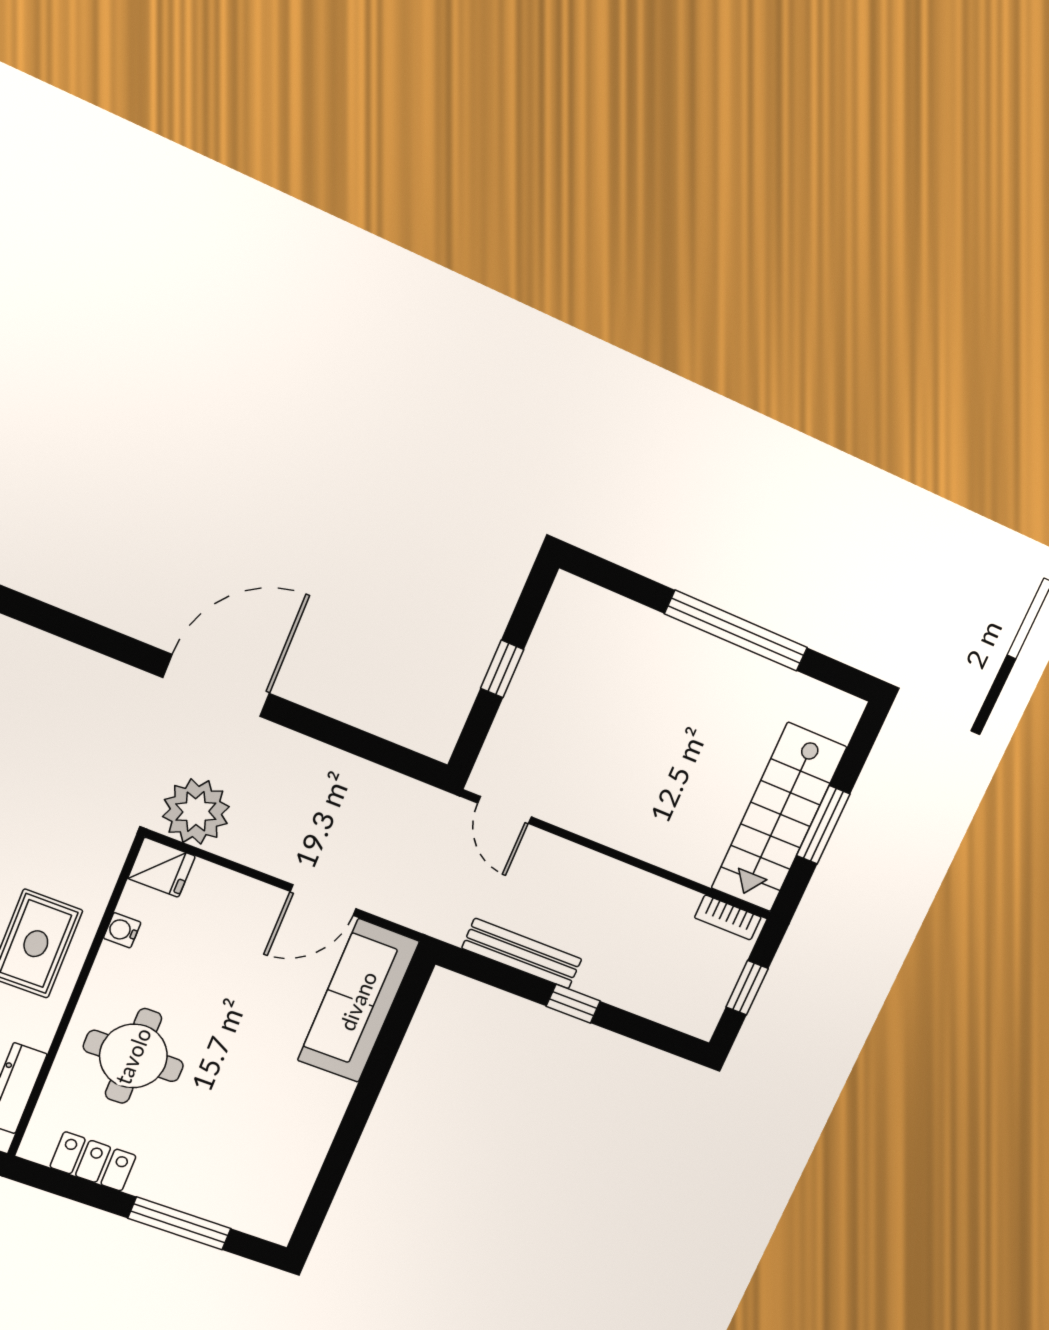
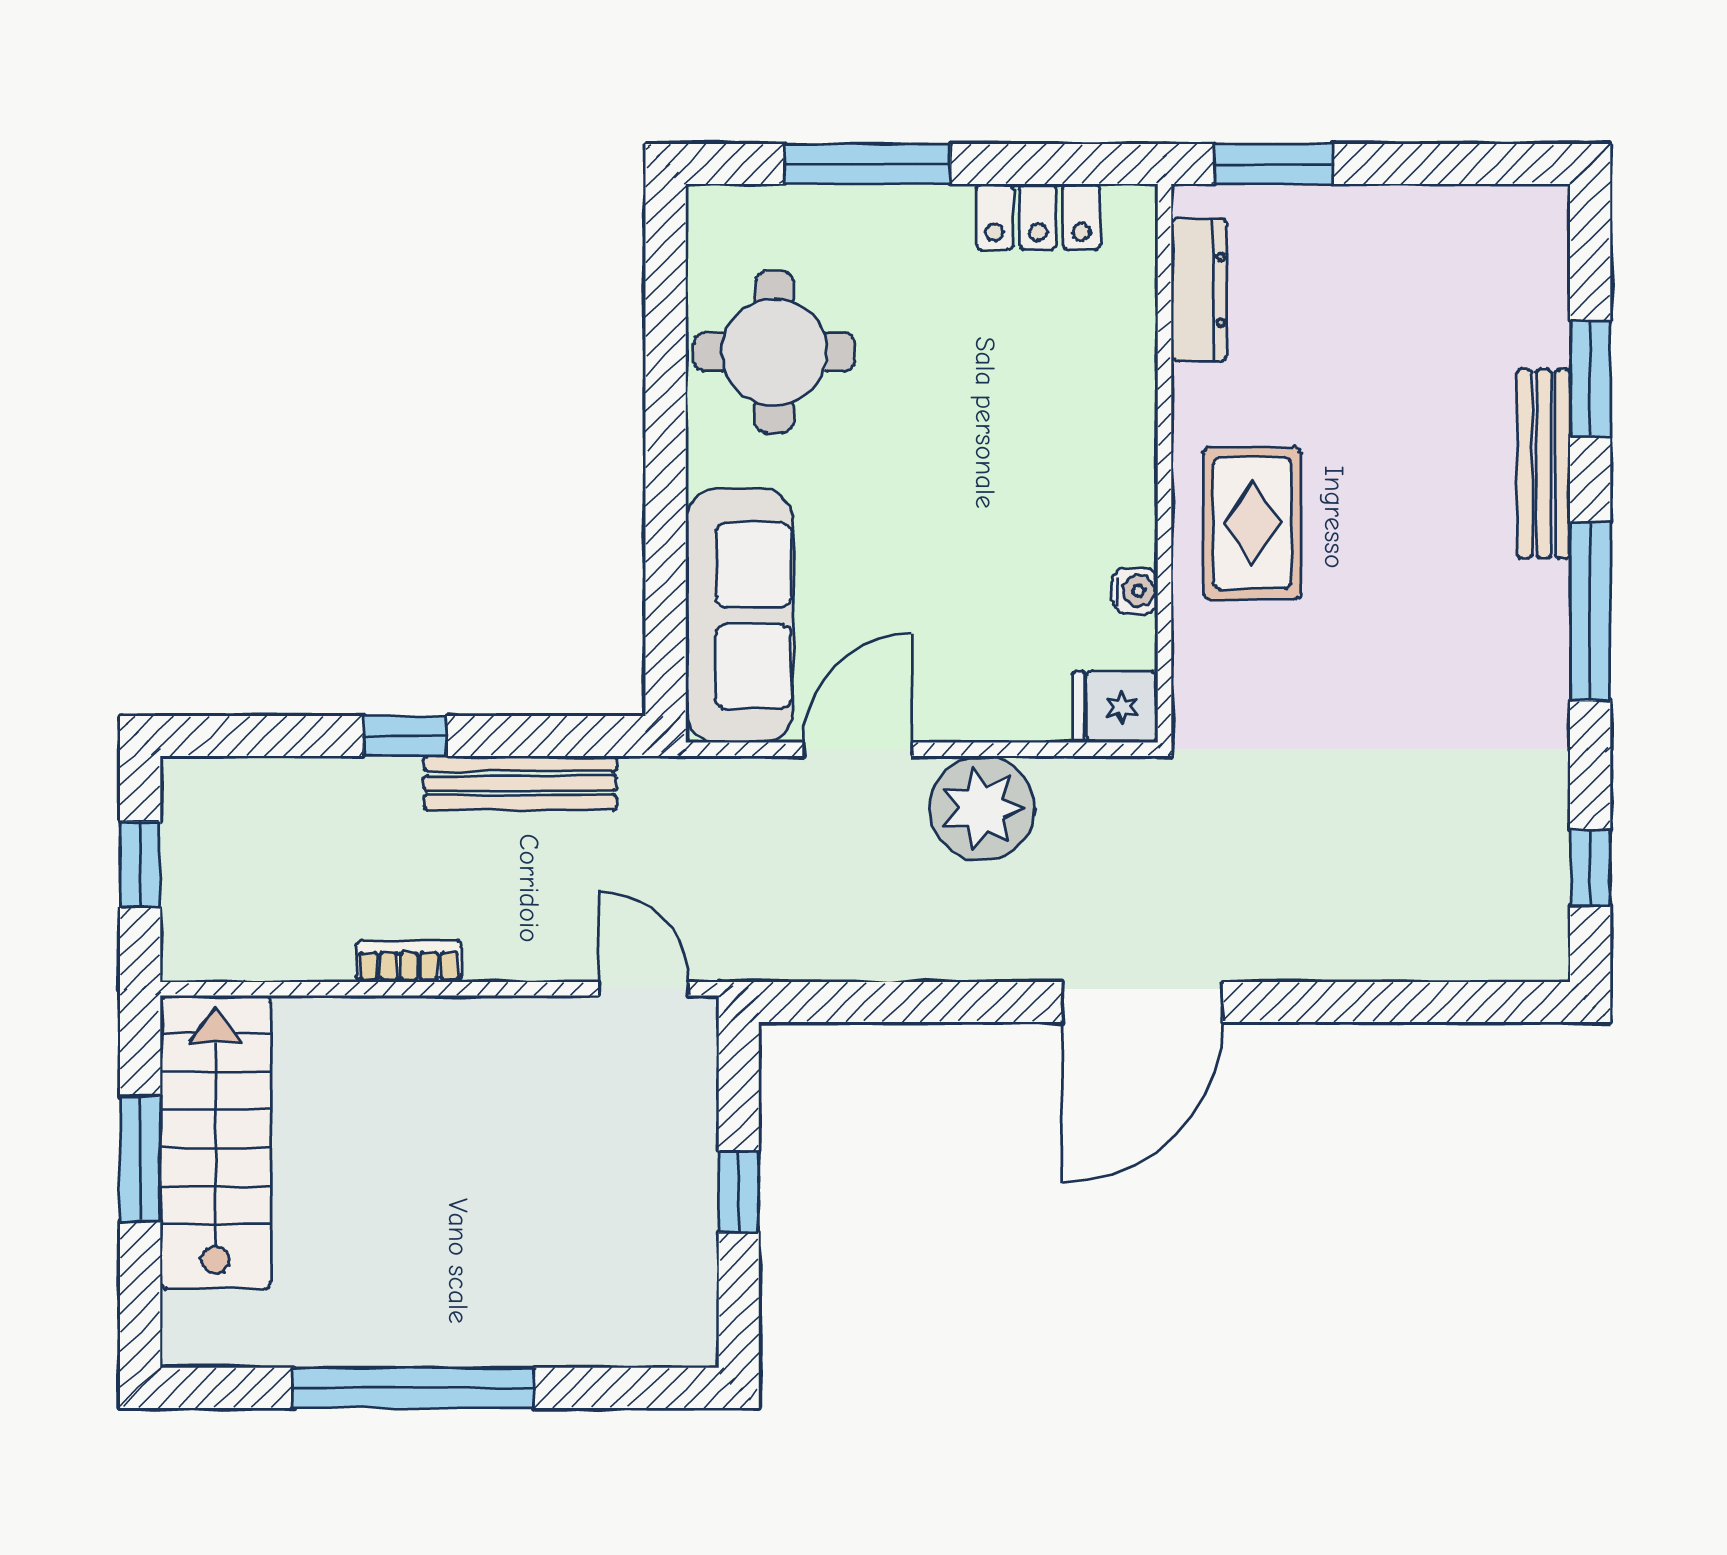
plant: (196, 812) -> (982, 808), moved
bookcase: (728, 917) -> (409, 961), moved
round table: (133, 1056) -> (774, 352), moved

